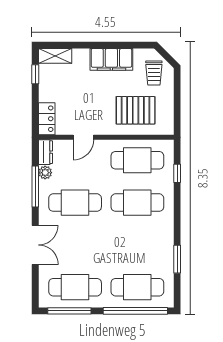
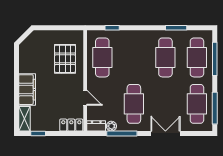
filing cabinet: (111, 59) -> (27, 90), moved
trolley: (154, 73) -> (37, 45), removed
cafe table: (137, 203) -> (165, 57), moved
window: (135, 311) -> (215, 59), width x0.68

